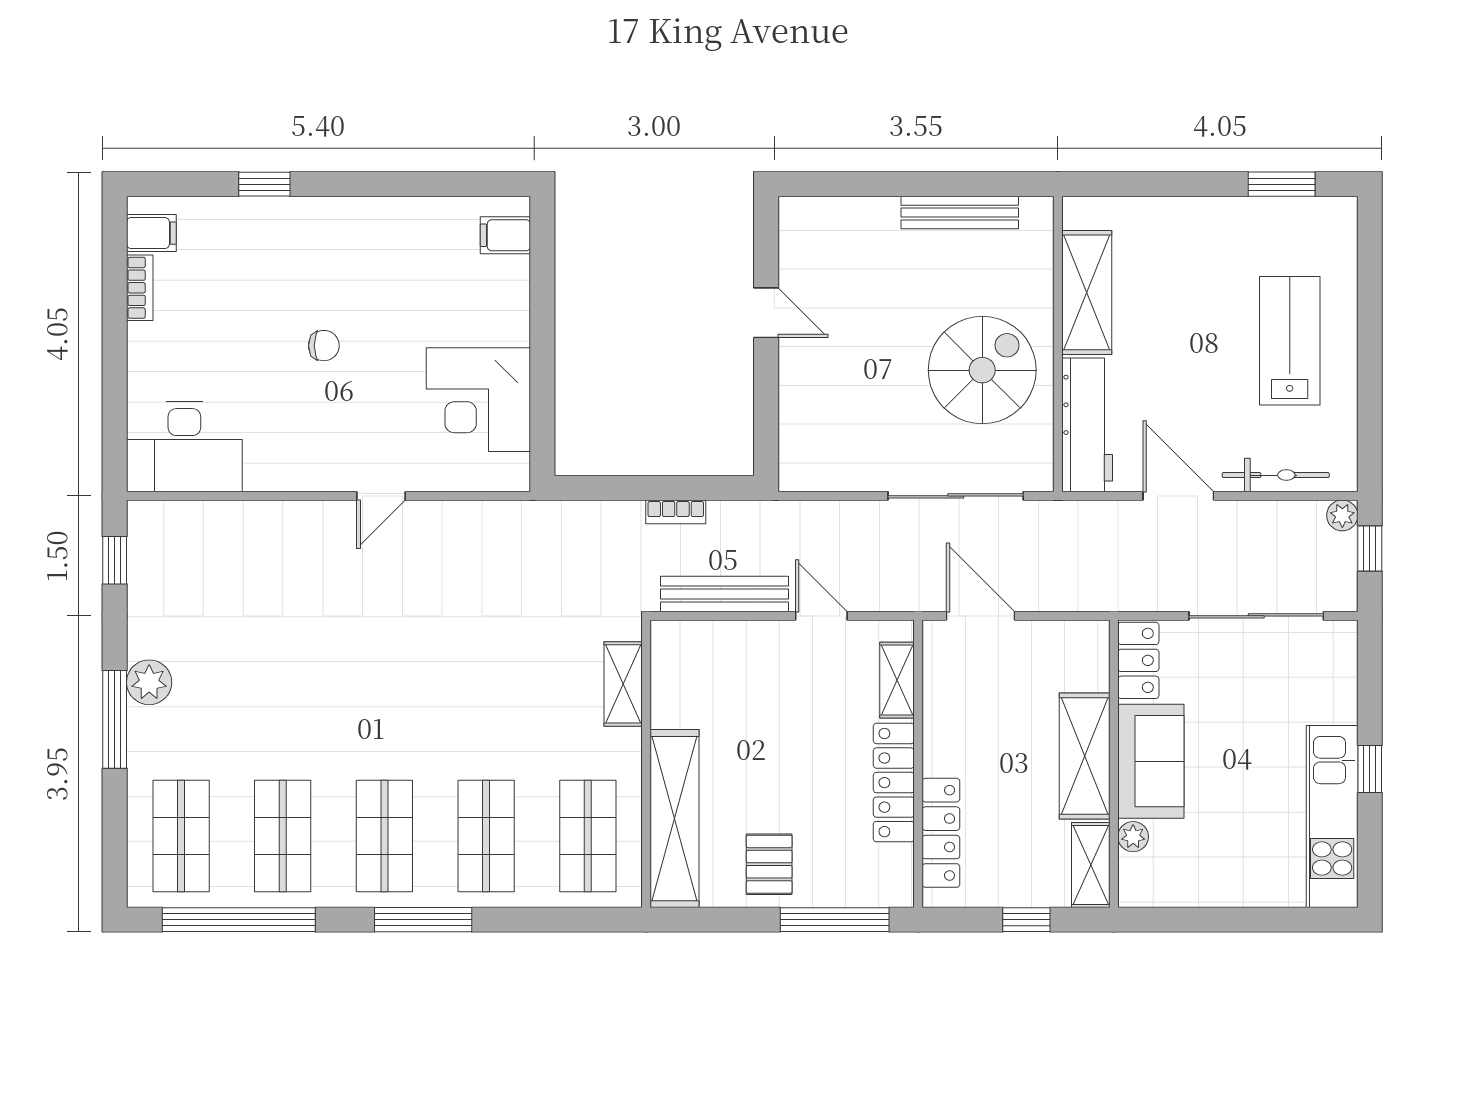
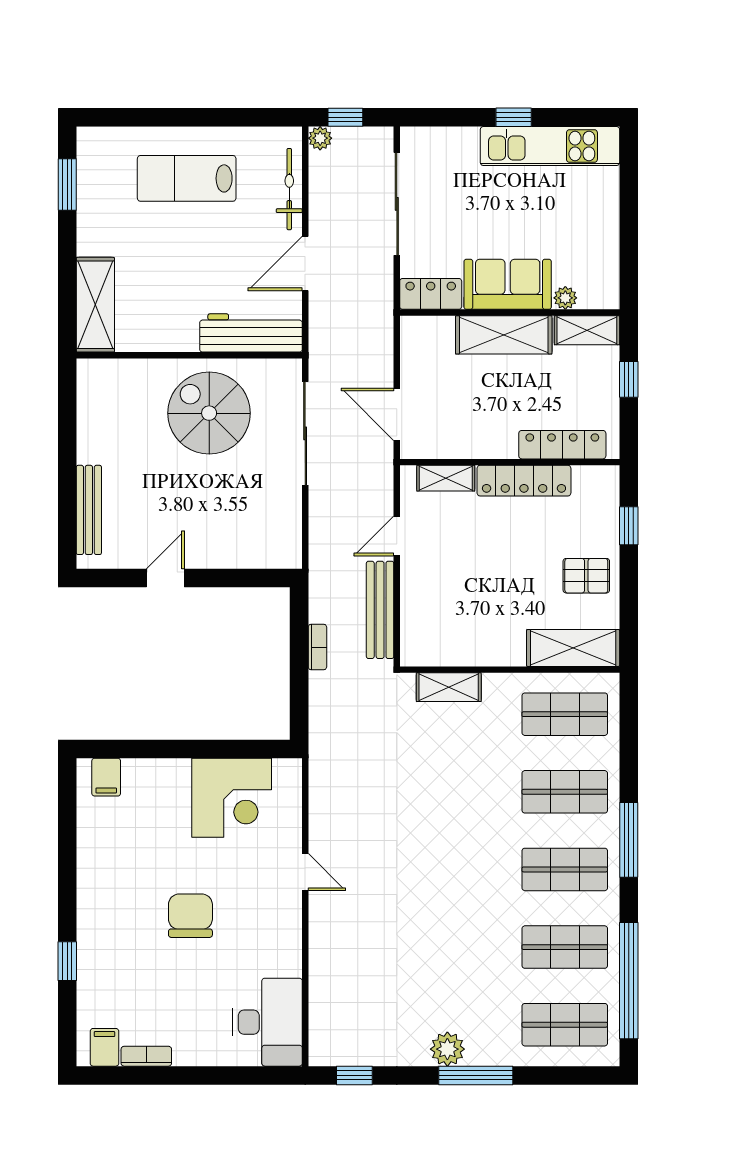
bench: (960, 213) -> (89, 510), moved
shelving: (1087, 292) -> (95, 305), moved, turned 90
chair: (324, 346) -> (190, 916), width x1.87, depth x1.87
door: (980, 616) -> (397, 414), hinge flipped
shelving: (675, 819) -> (573, 648), width x0.68
window: (835, 920) -> (629, 526), width x0.46

